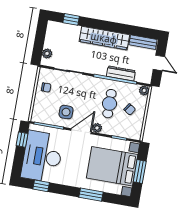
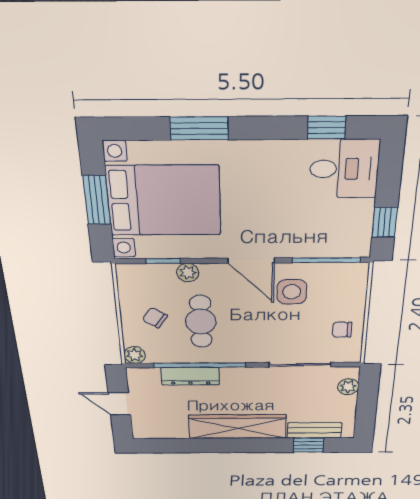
bench: (143, 42) -> (314, 430), moved
plant: (97, 128) -> (188, 273), moved
door: (81, 131) -> (251, 261), hinge flipped
desk: (42, 157) -> (344, 169), width x0.53, depth x0.77

